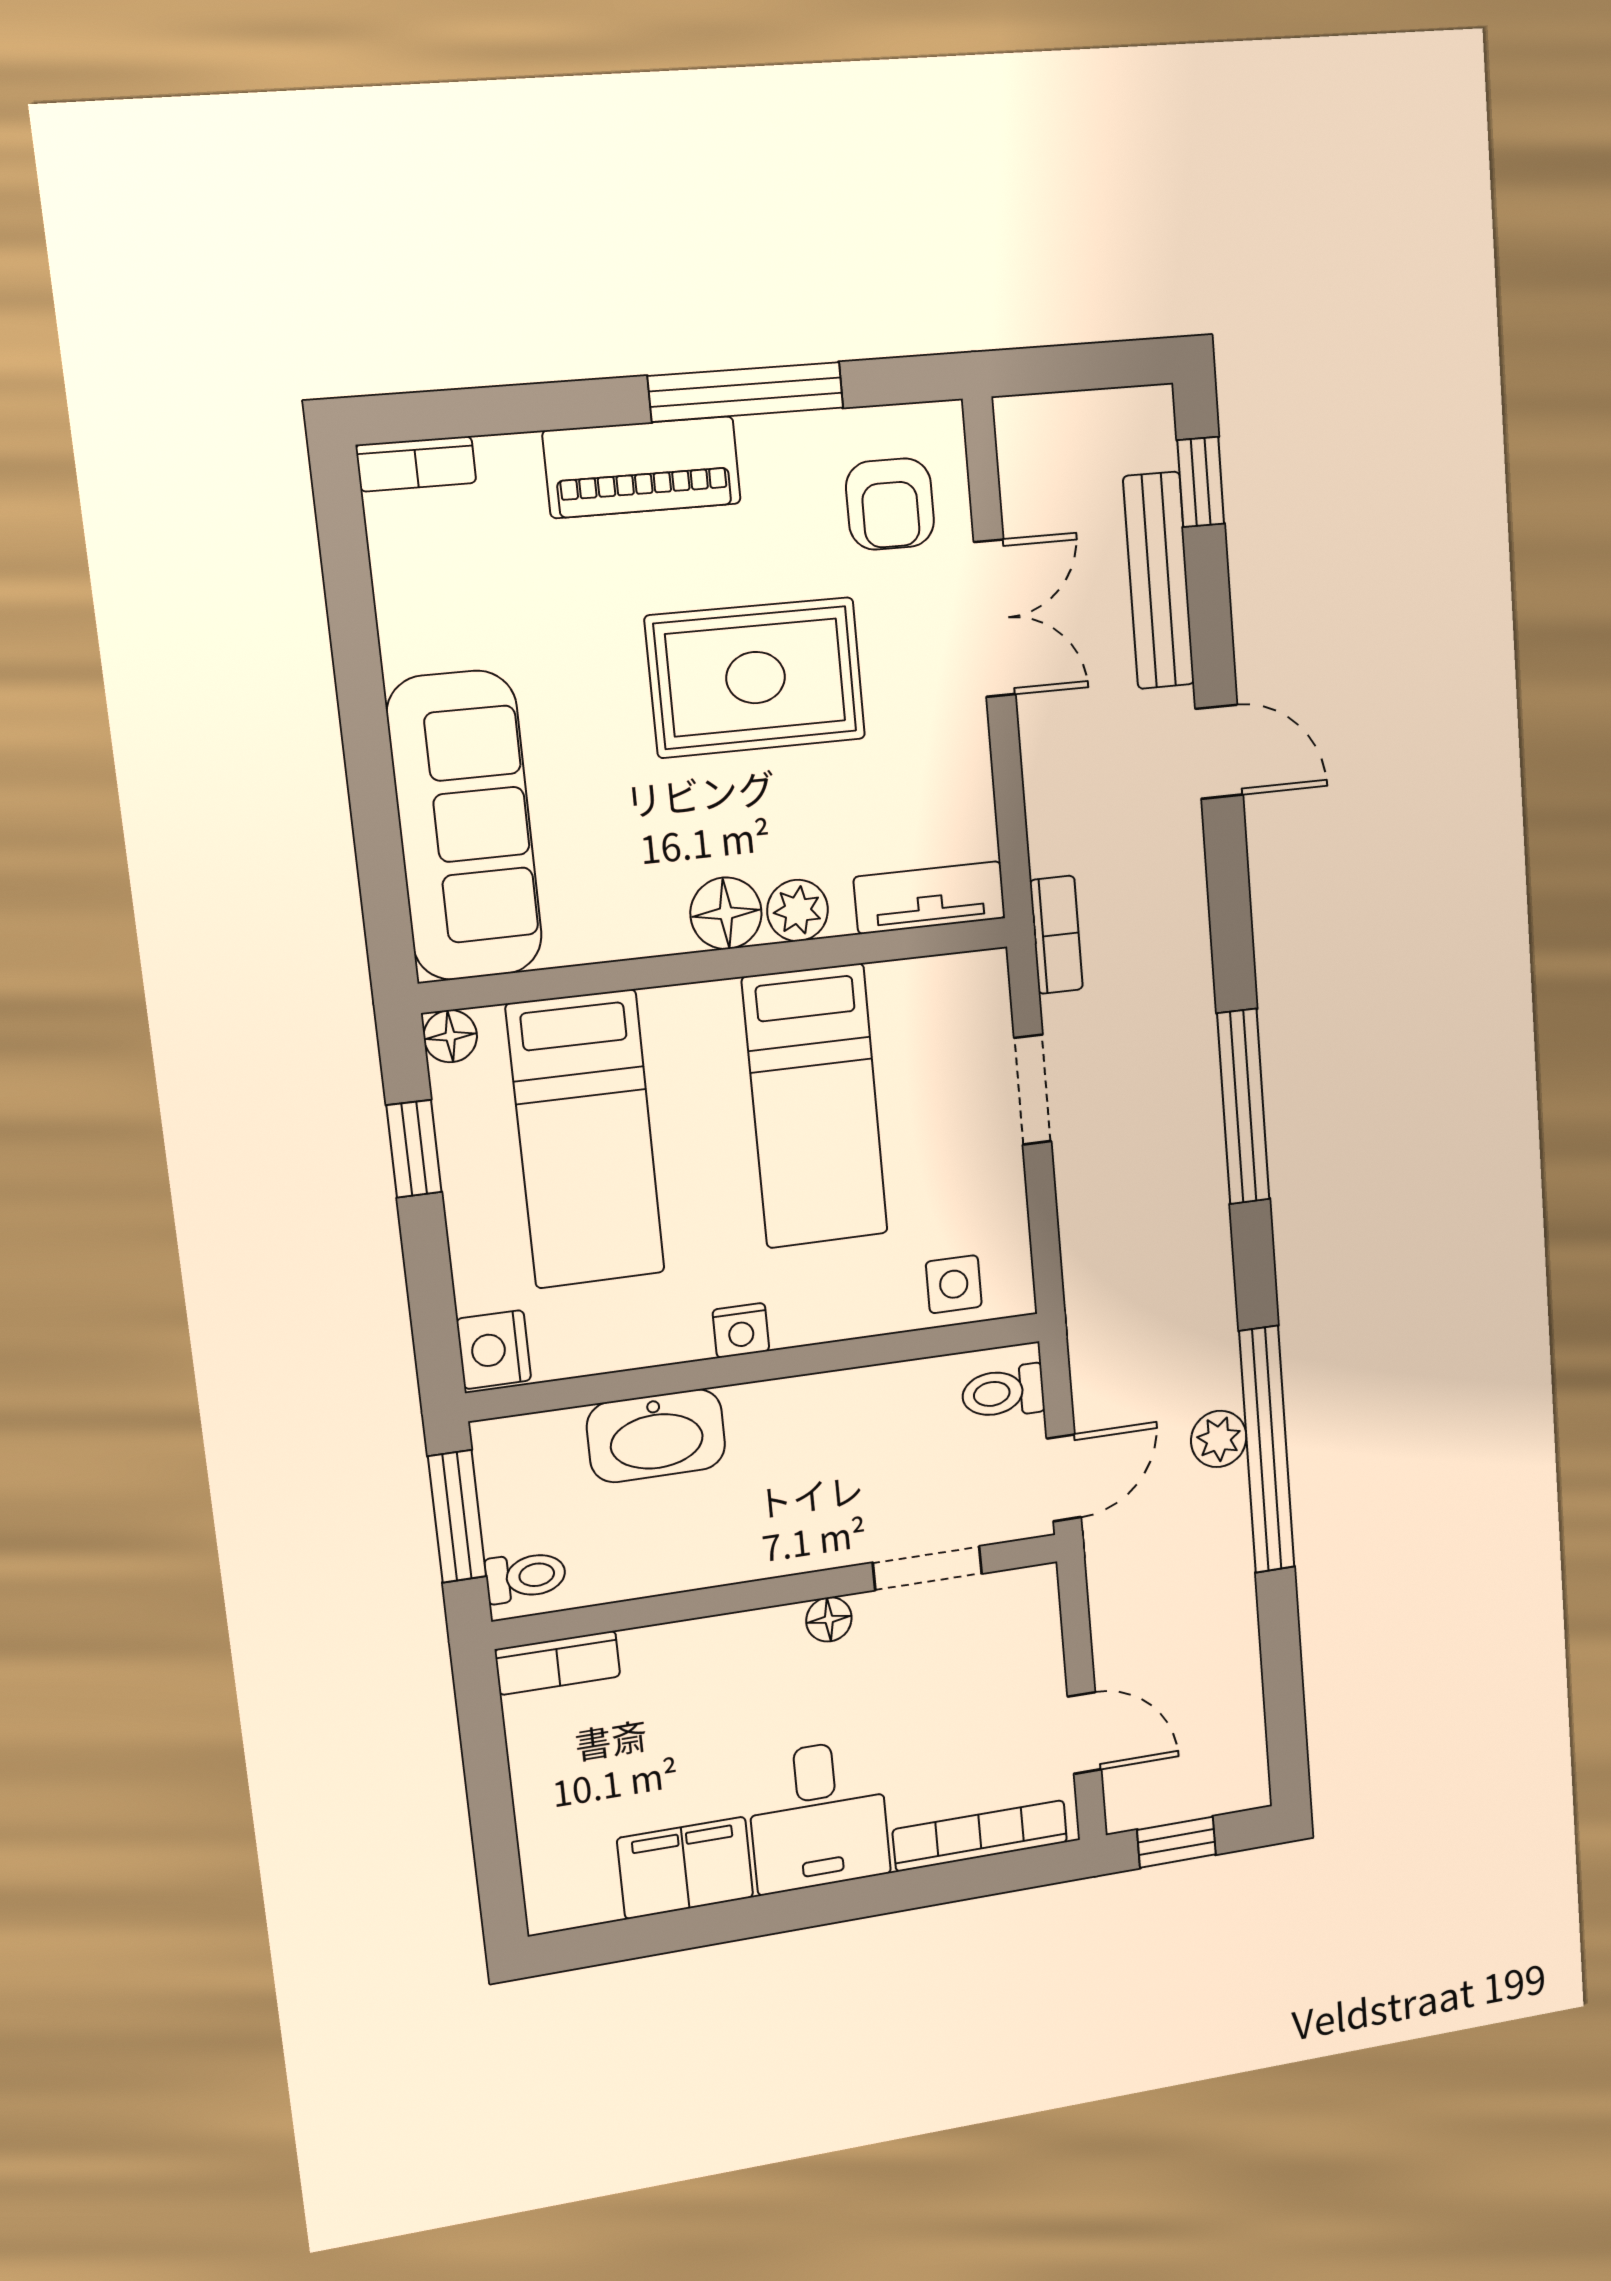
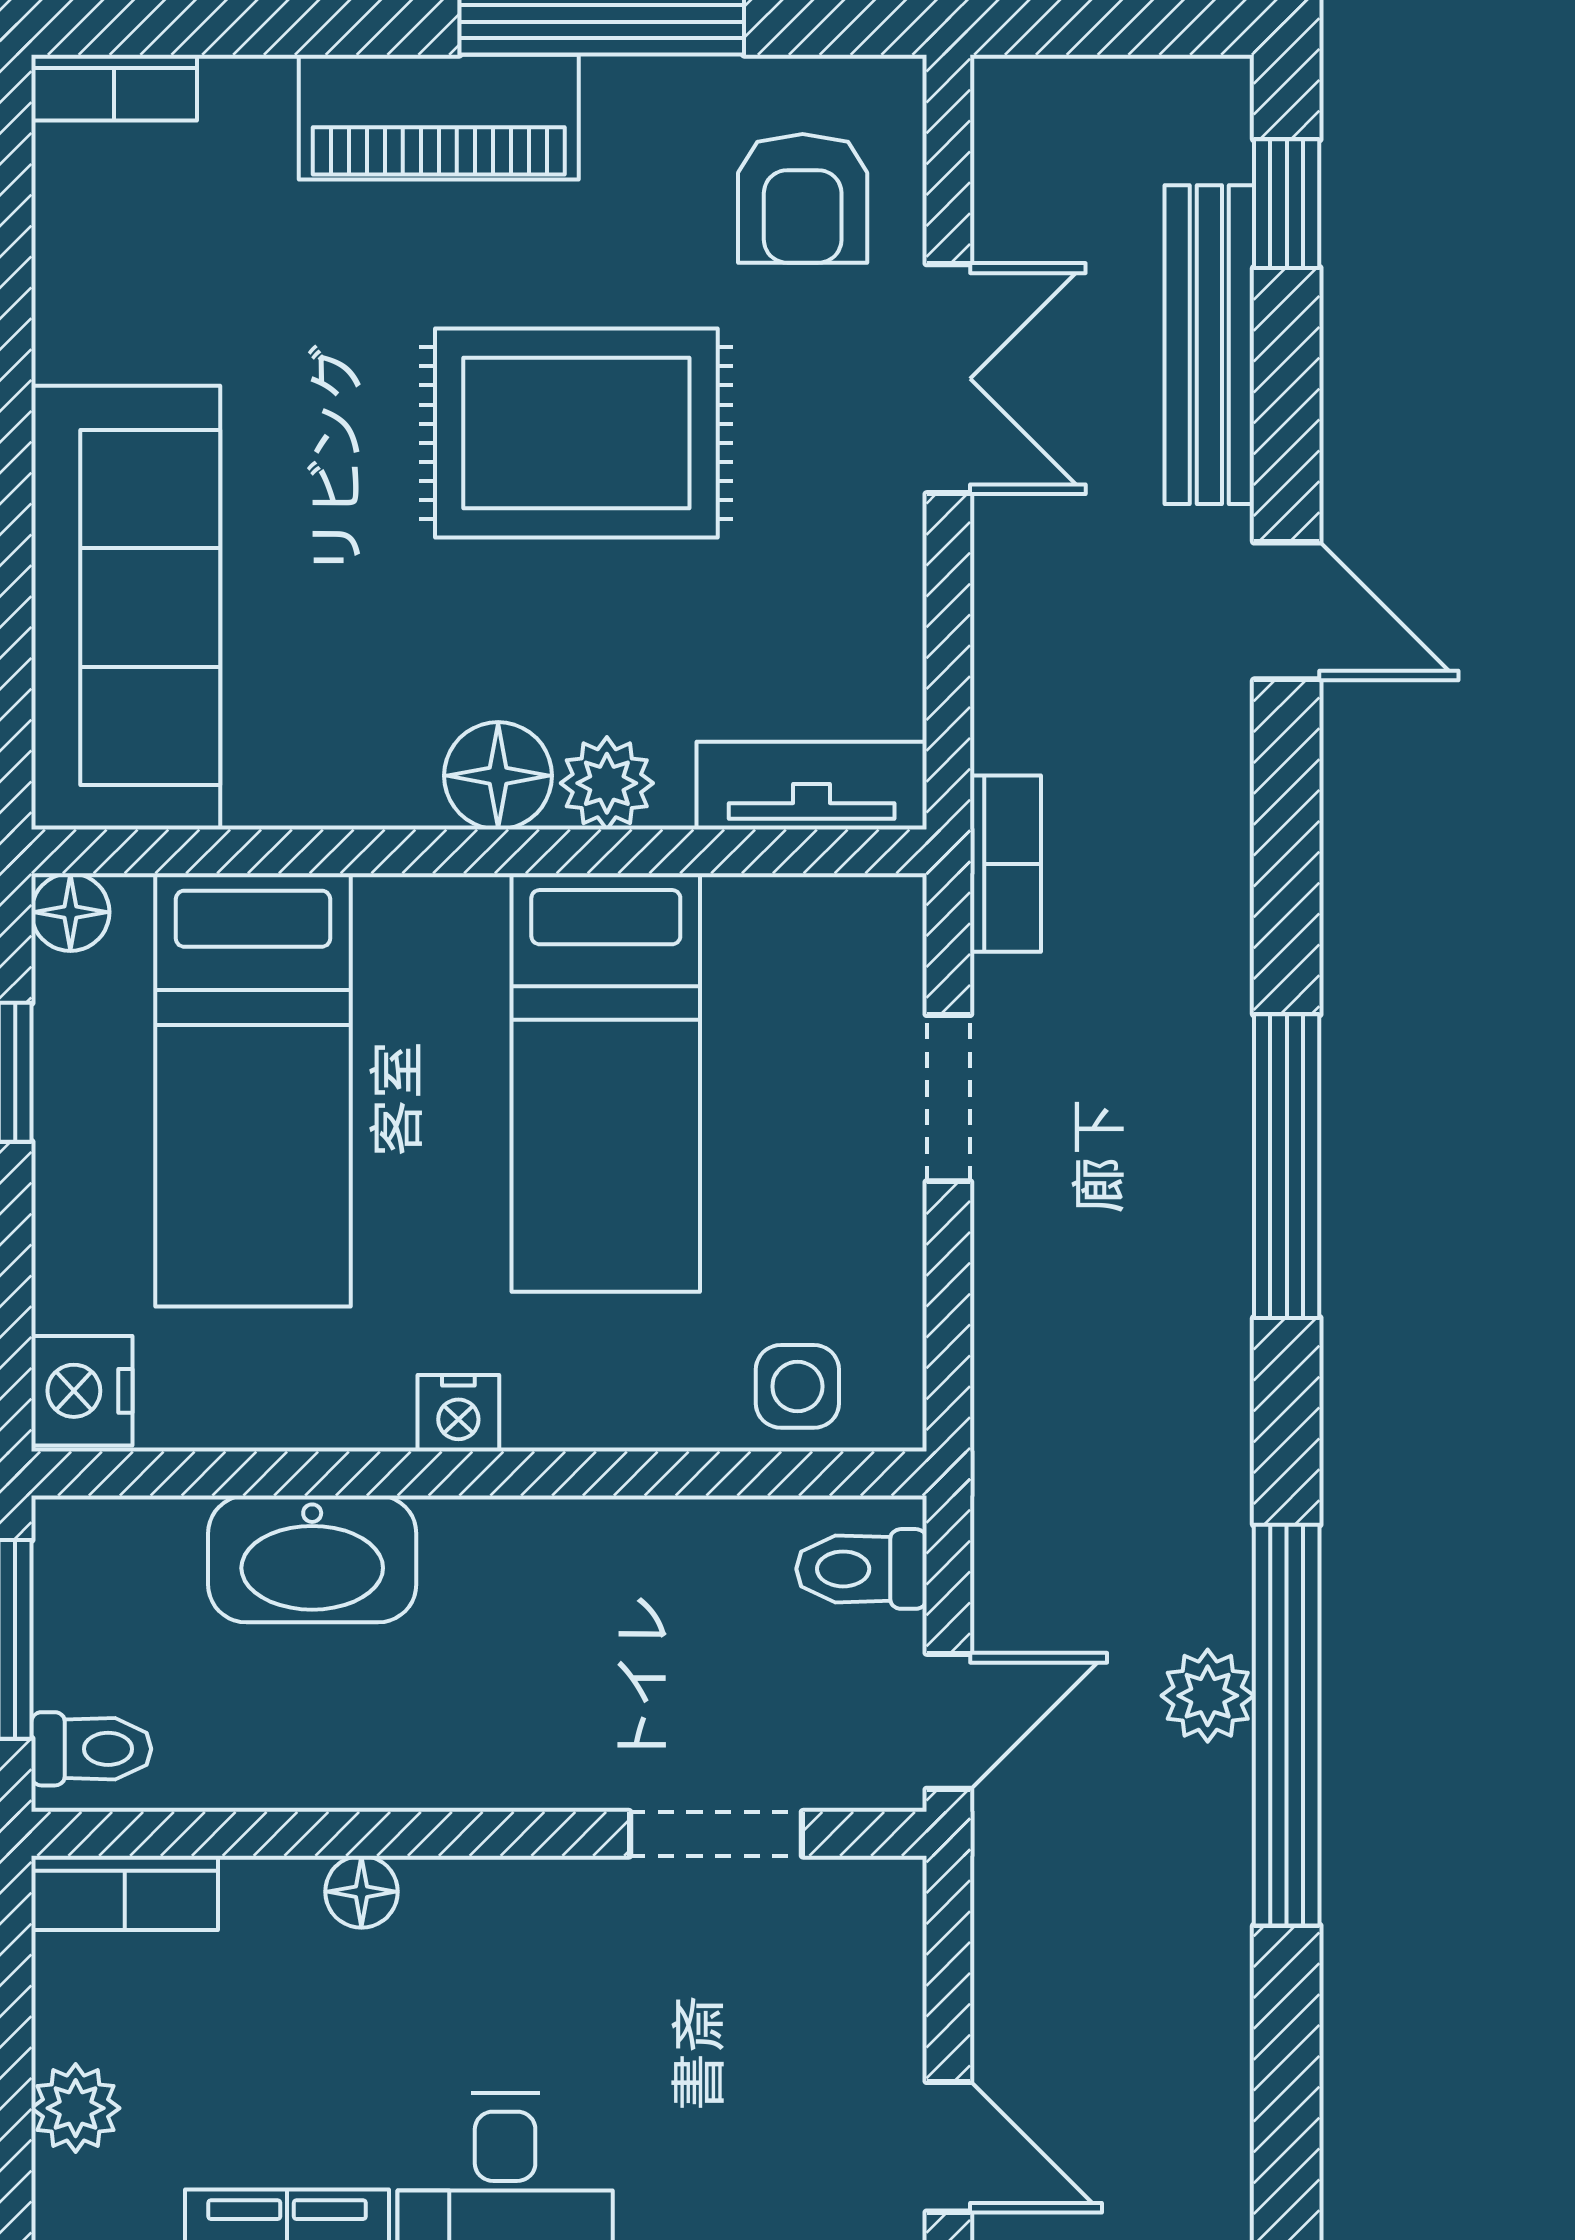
floor lamp: (829, 1619) -> (361, 1892), moved
plant: (541, 1800) -> (76, 2108), added

